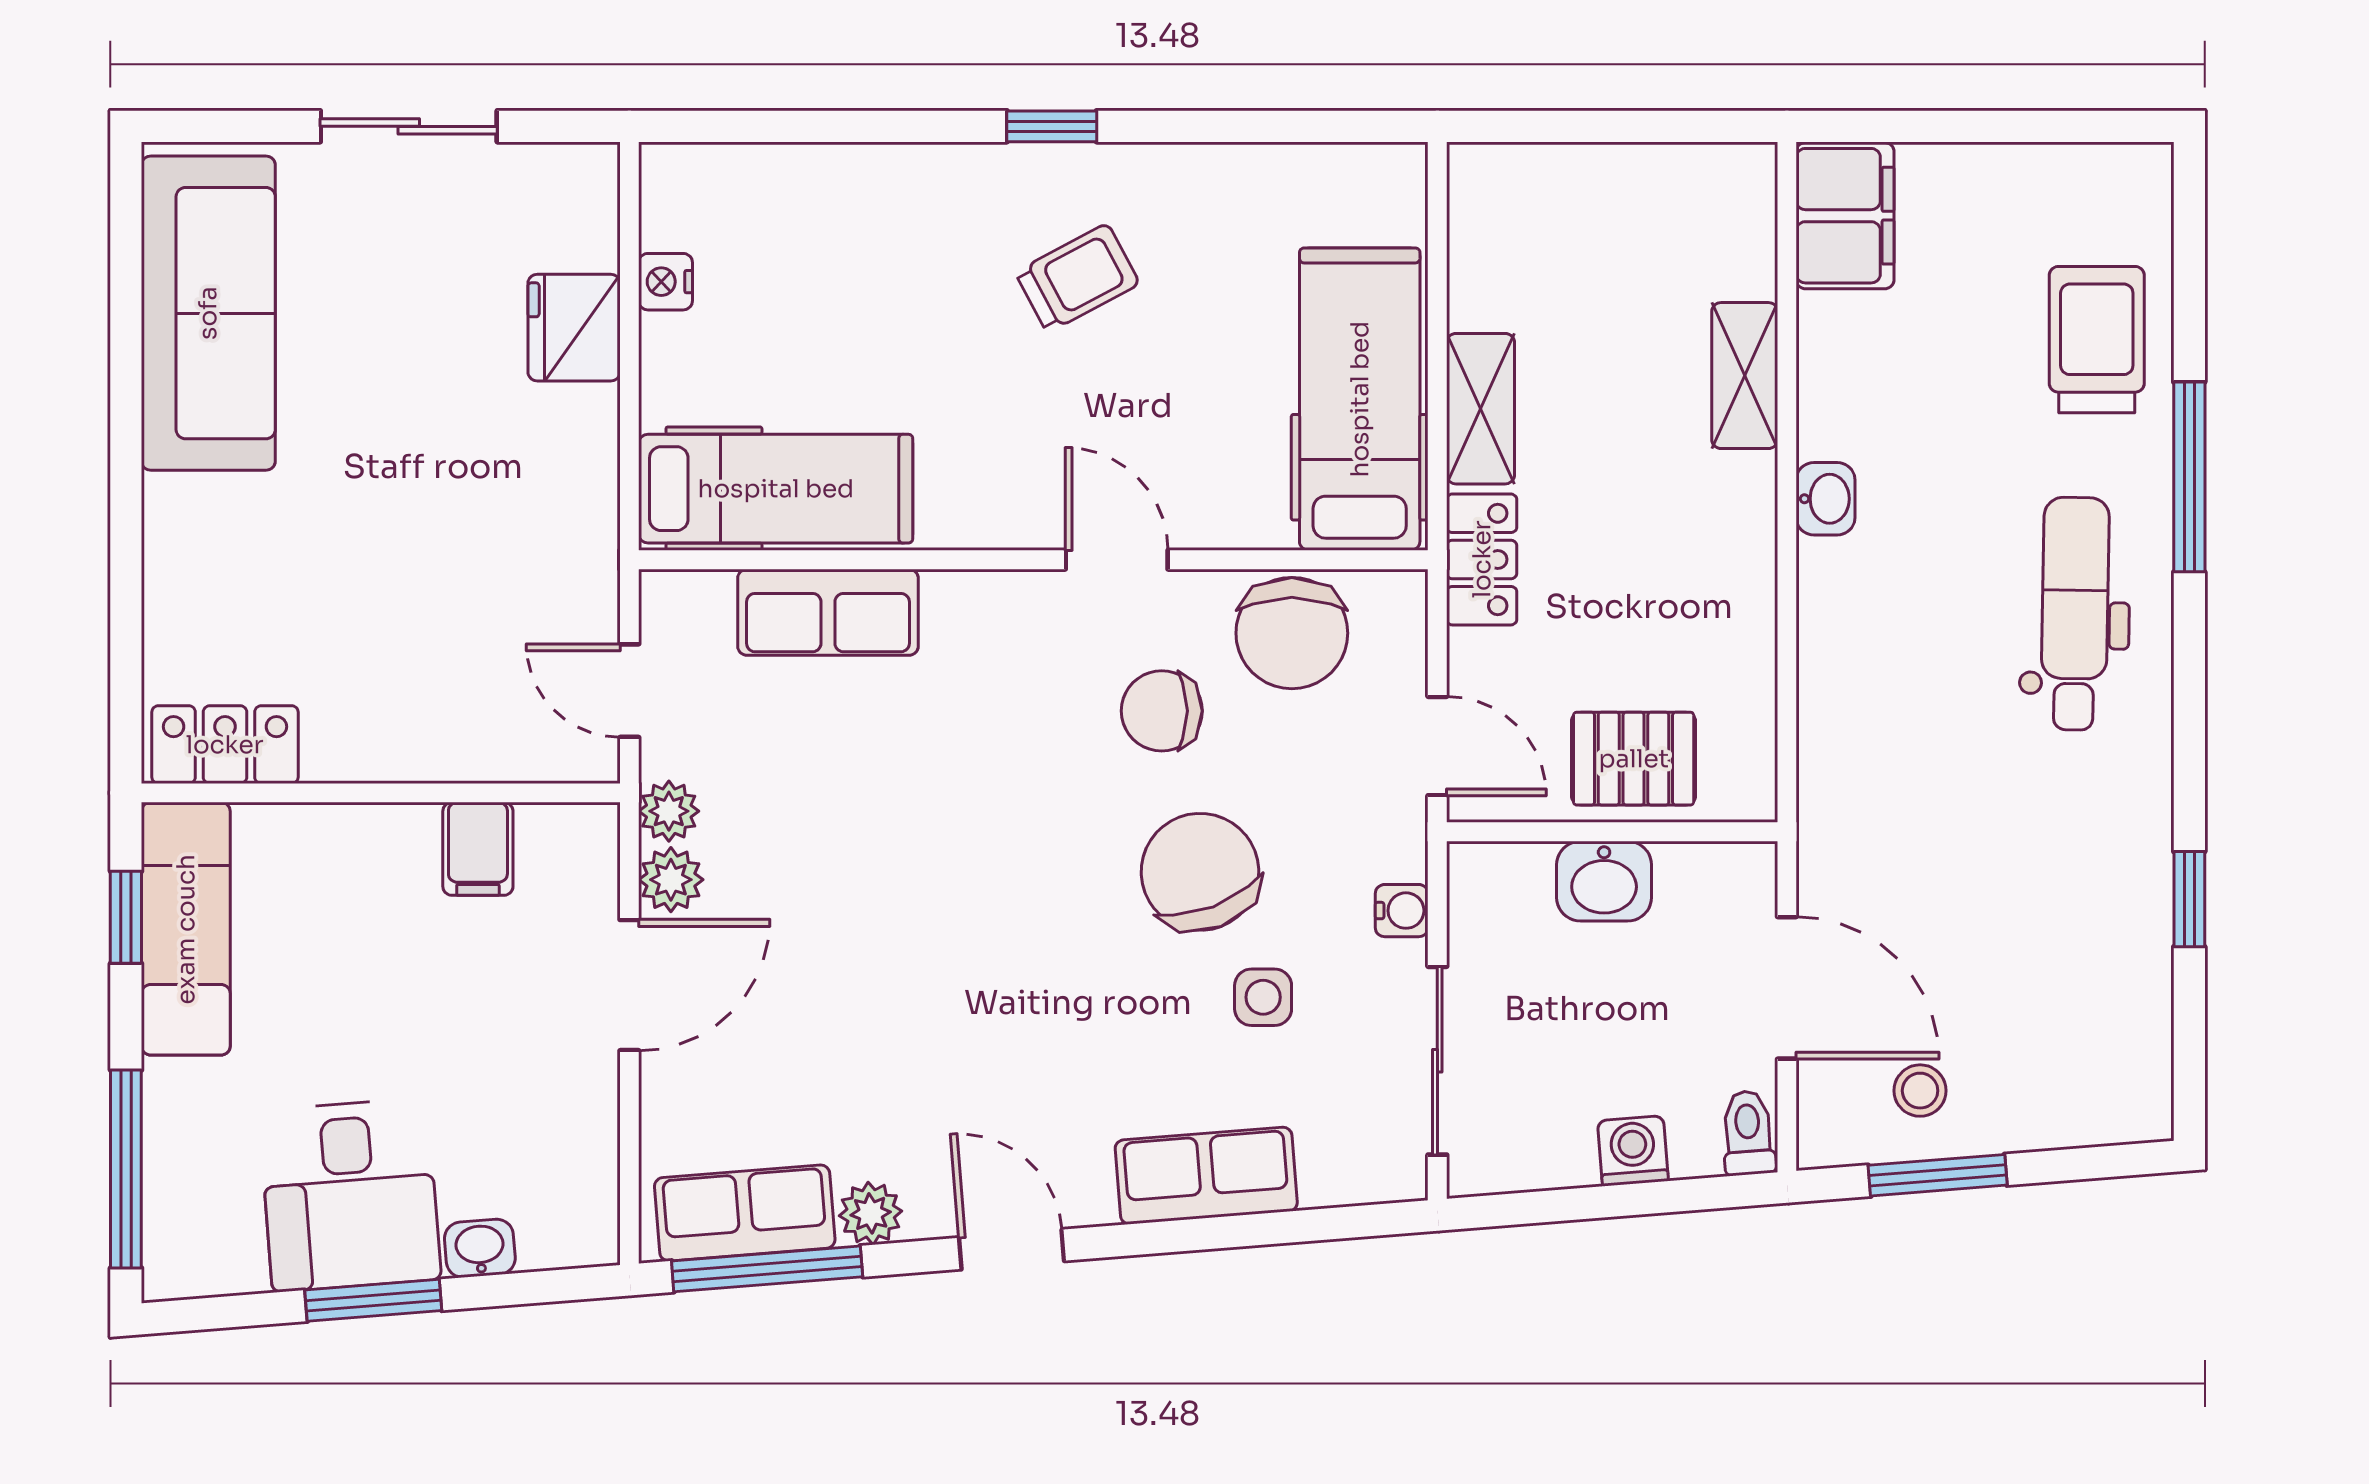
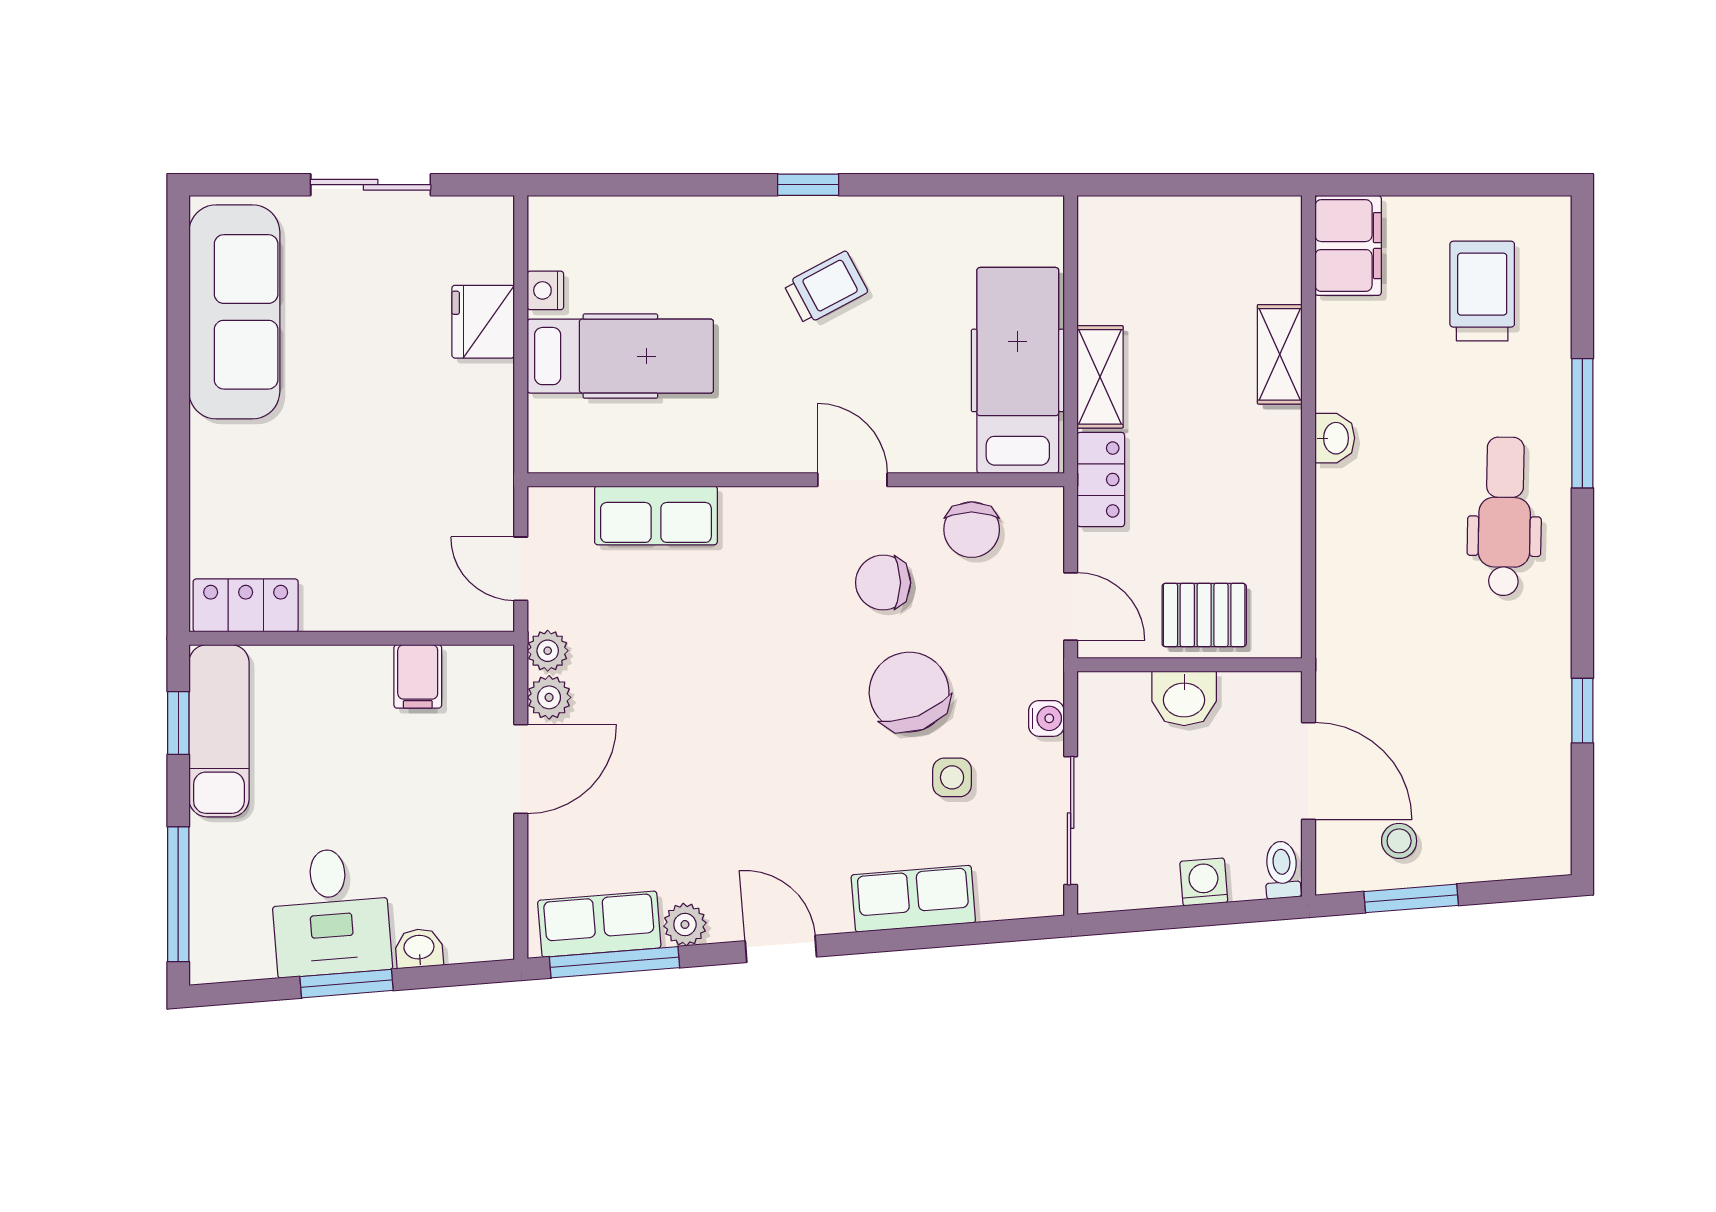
trolley: (2097, 340) -> (1482, 291), moved
hospital bed: (776, 489) -> (620, 356), moved
chair: (1292, 633) -> (972, 530), width x0.73, depth x0.73

